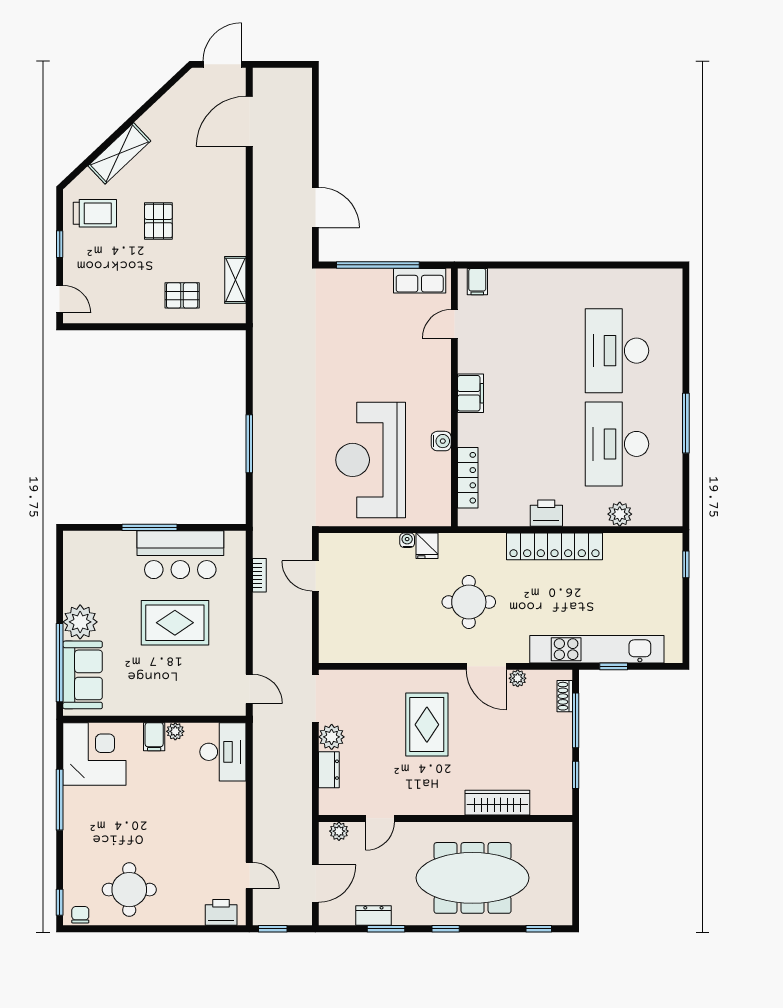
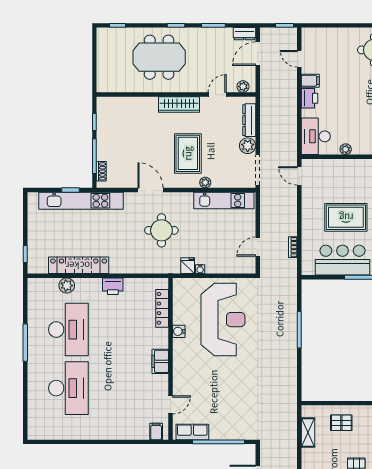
locker: (554, 546) -> (79, 265), moved
door: (315, 576) -> (258, 247), swing flipped
kitchen unit: (369, 650) -> (224, 201), added
plant: (518, 678) -> (205, 183), moved
filing cabinet: (154, 737) -> (310, 81), moved, turned 90
dresser: (329, 770) -> (249, 120), width x1.44
wardrobe: (497, 803) -> (179, 104), moved
meeting table: (473, 878) -> (159, 57), width x0.73
printer: (221, 912) -> (309, 98), moved, turned -90
dresser: (373, 915) -> (245, 34), moved

